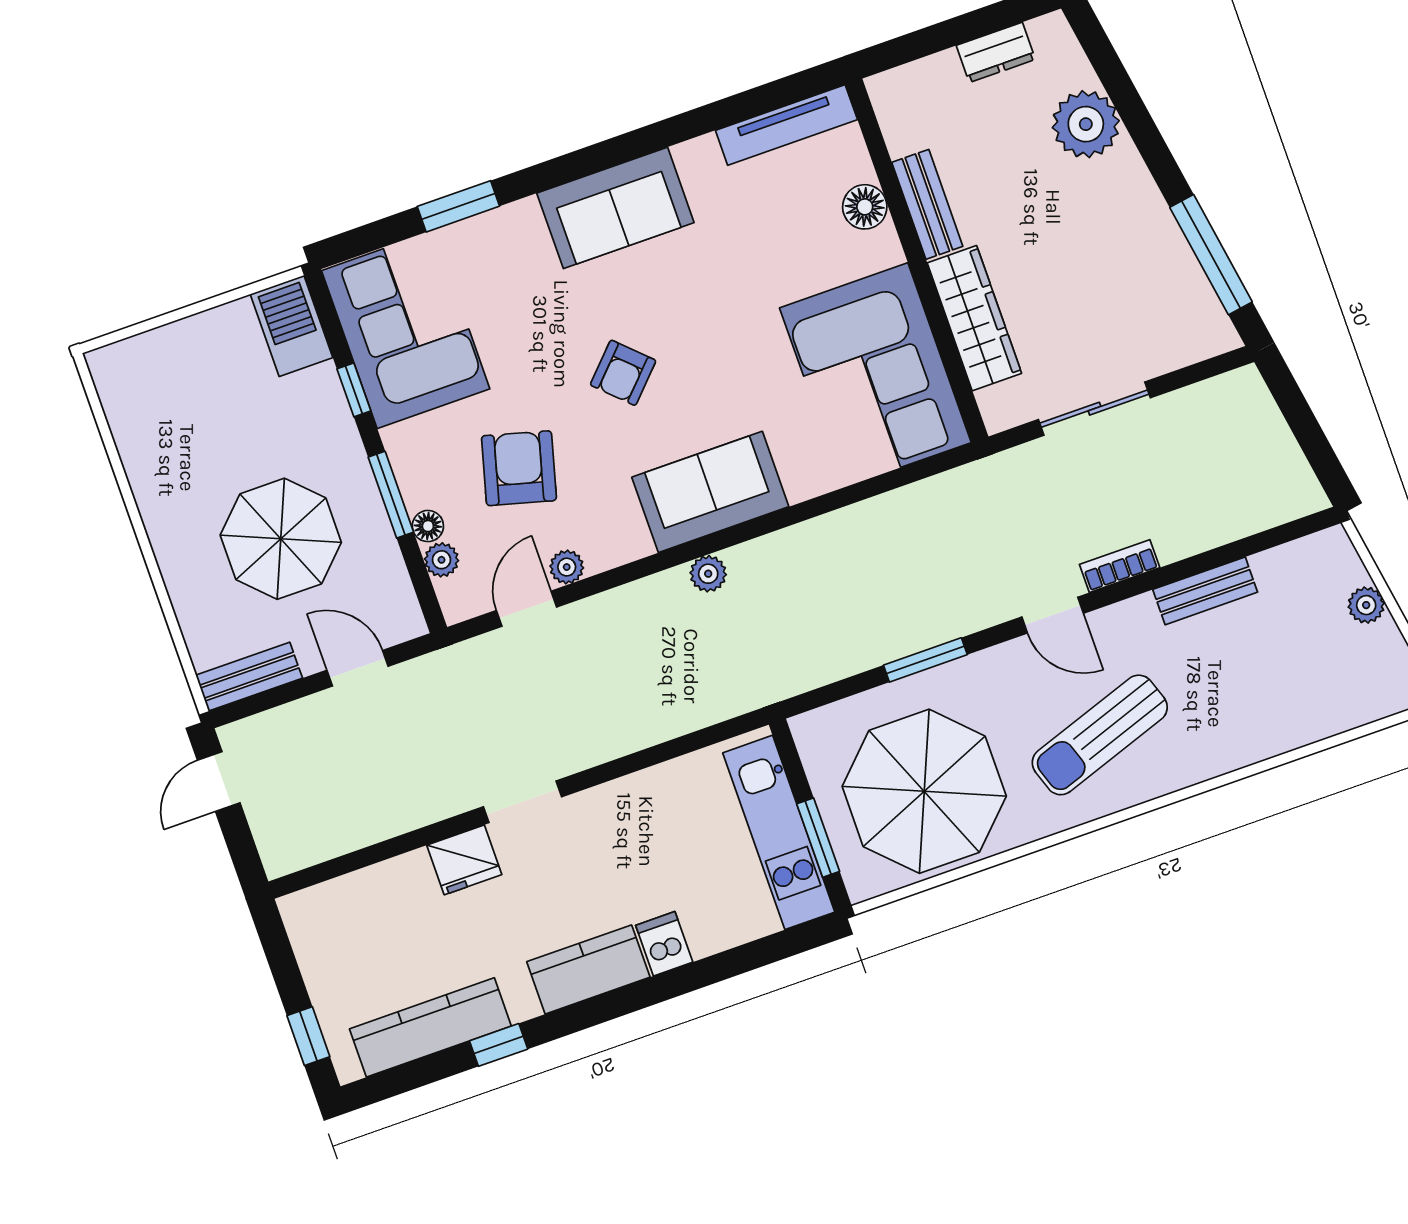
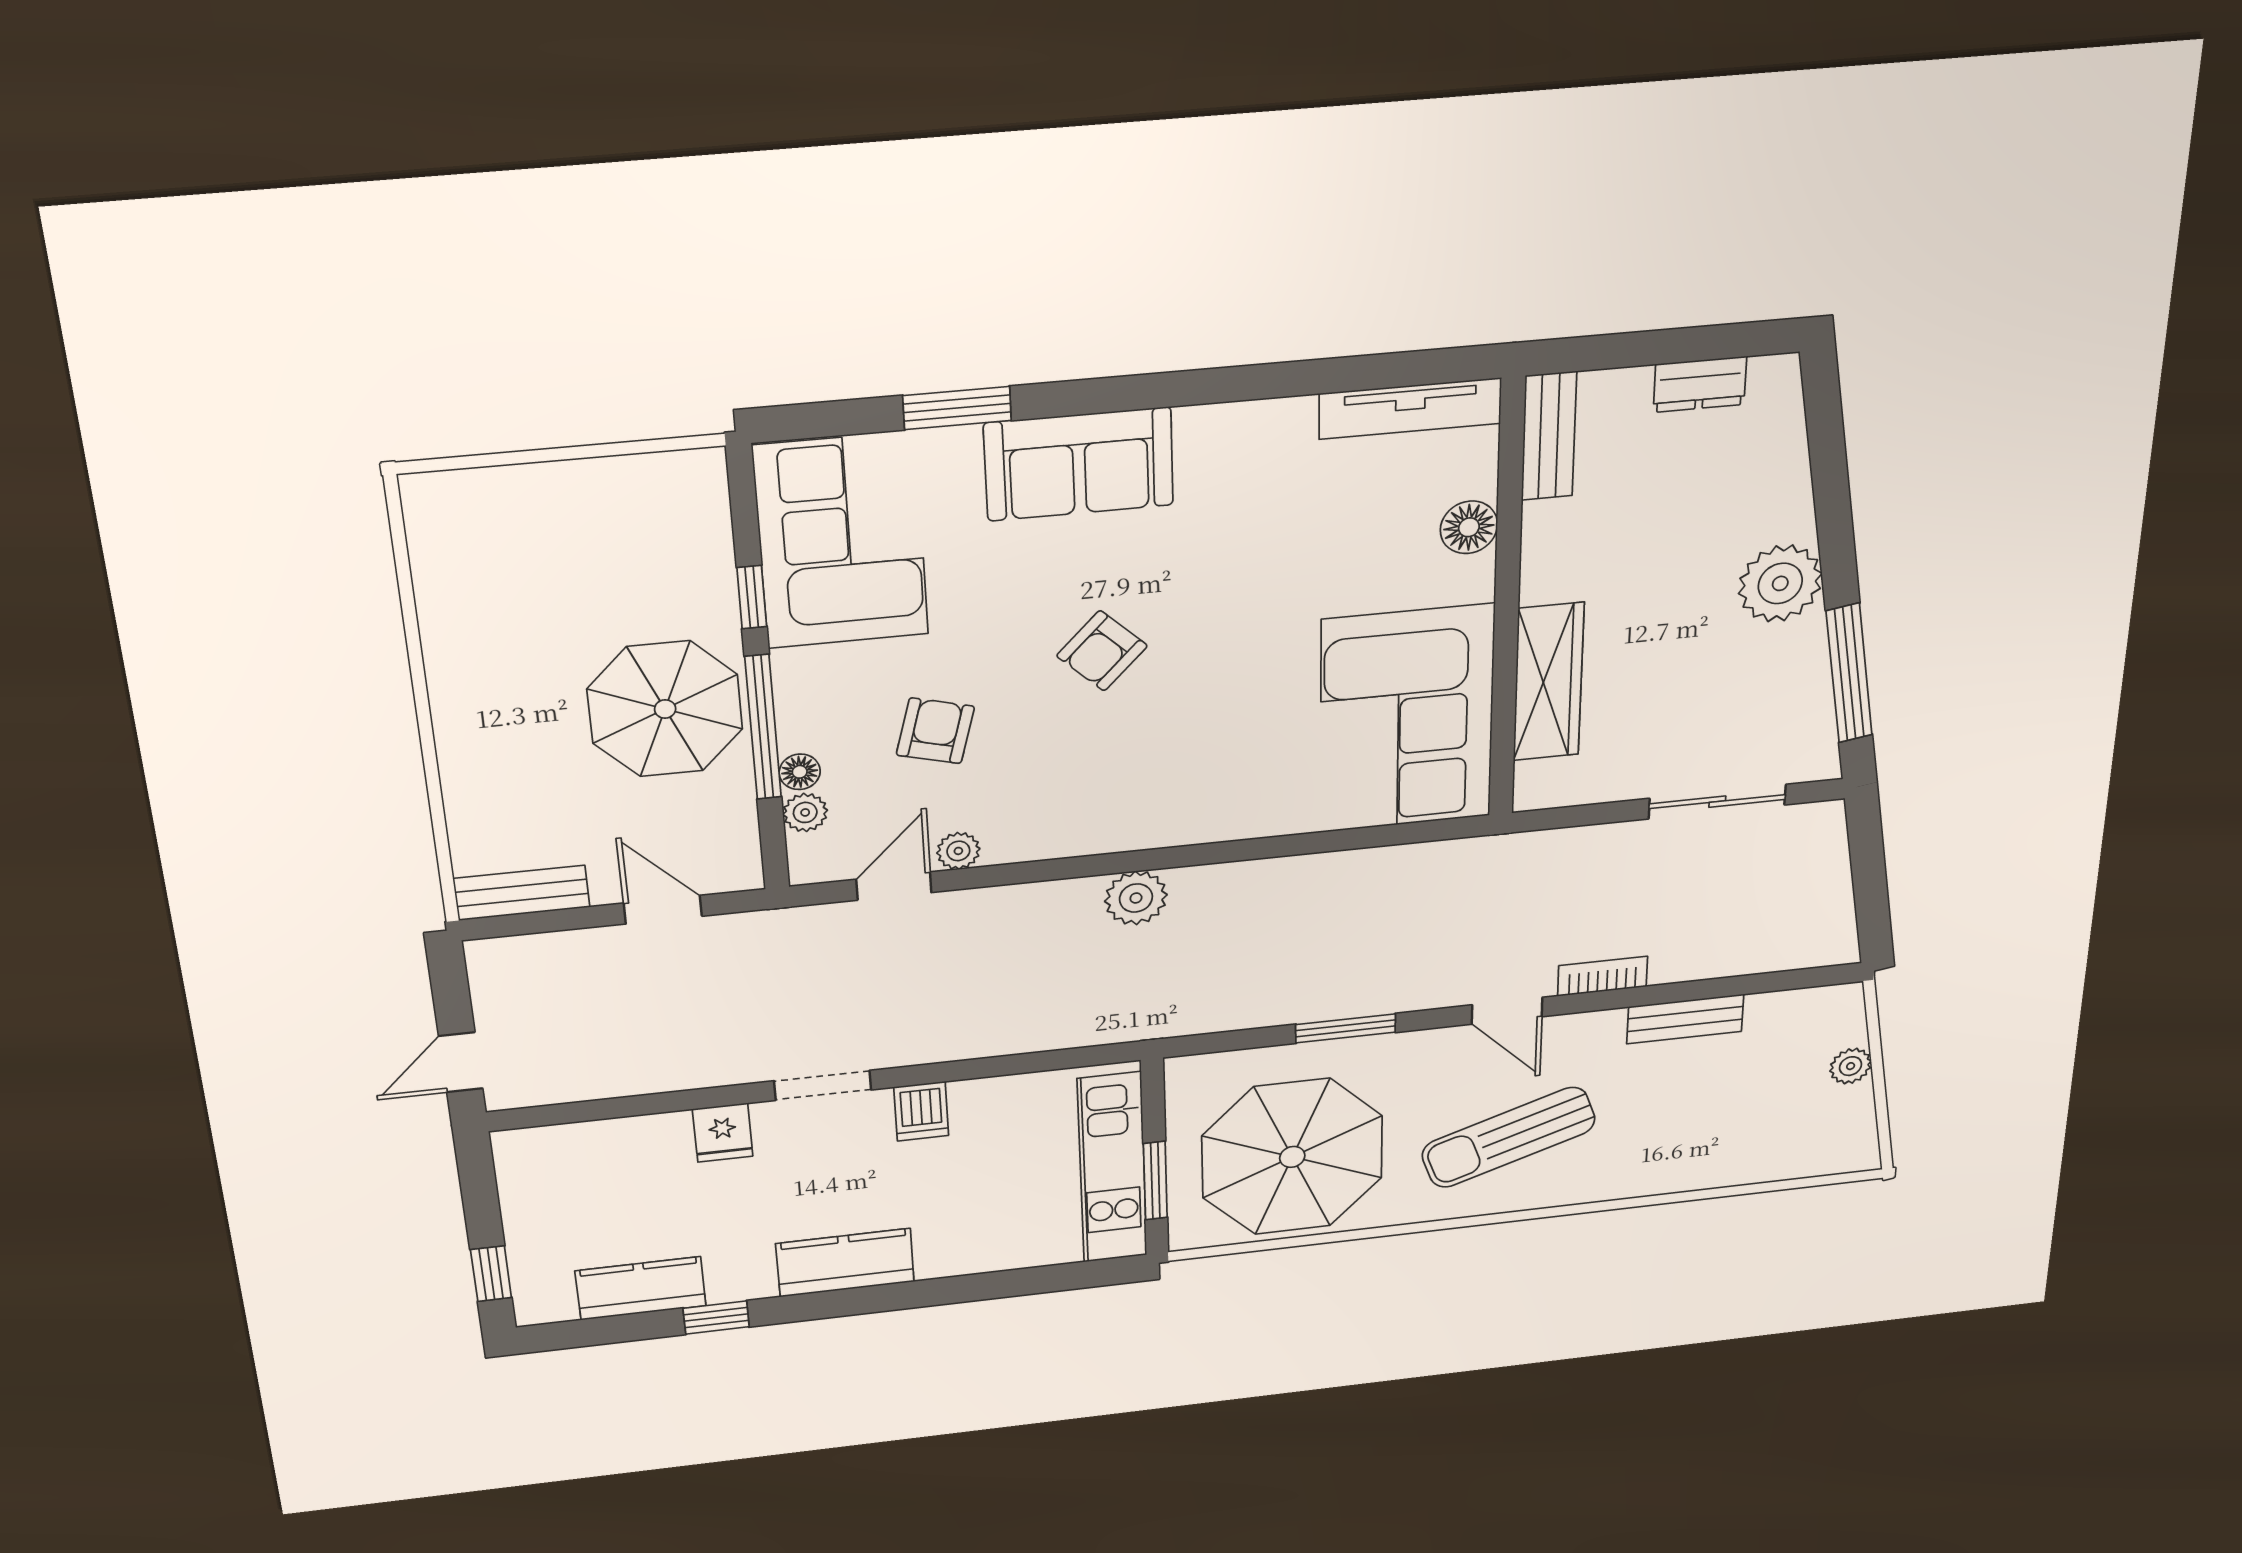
plant: (1086, 124) -> (1780, 583), moved
bench: (927, 204) -> (1549, 436), moved
sofa: (615, 208) -> (1079, 464), moved
barbecue: (291, 326) -> (691, 503), removed
sliding door: (1094, 409) -> (1717, 802), moved
armchair: (519, 468) -> (935, 731), width x0.72, depth x0.72
sofa: (710, 492) -> (1162, 805), removed
window: (391, 495) -> (763, 727), width x1.44
parasol: (281, 539) -> (665, 709), moved
plant: (708, 574) -> (1136, 898), width x1.38, depth x1.38
door: (219, 782) -> (461, 1062), moved
fridge: (464, 860) -> (723, 1133), width x0.72
dishwasher: (664, 944) -> (921, 1111), moved, turned 180
kitchen counter: (430, 1027) -> (641, 1288), width x0.67

